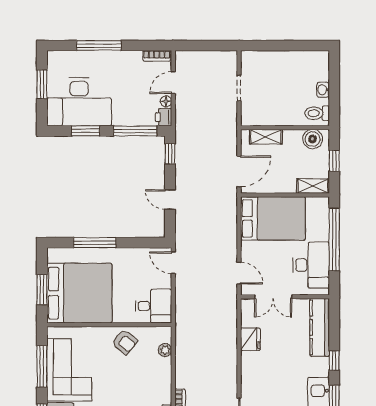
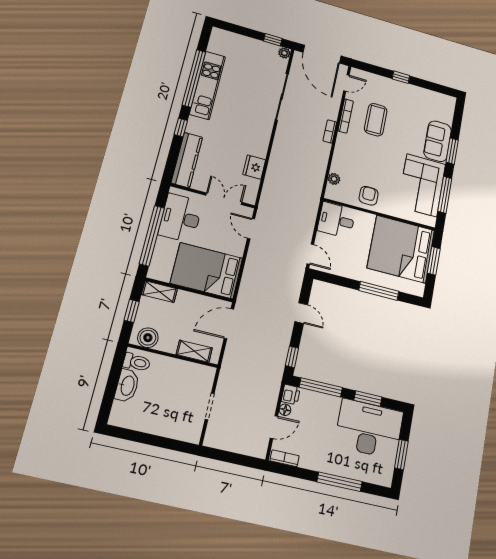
washbasin: (323, 90) -> (127, 386), width x1.91, depth x1.45
armchair: (125, 342) -> (369, 196), turned 50

